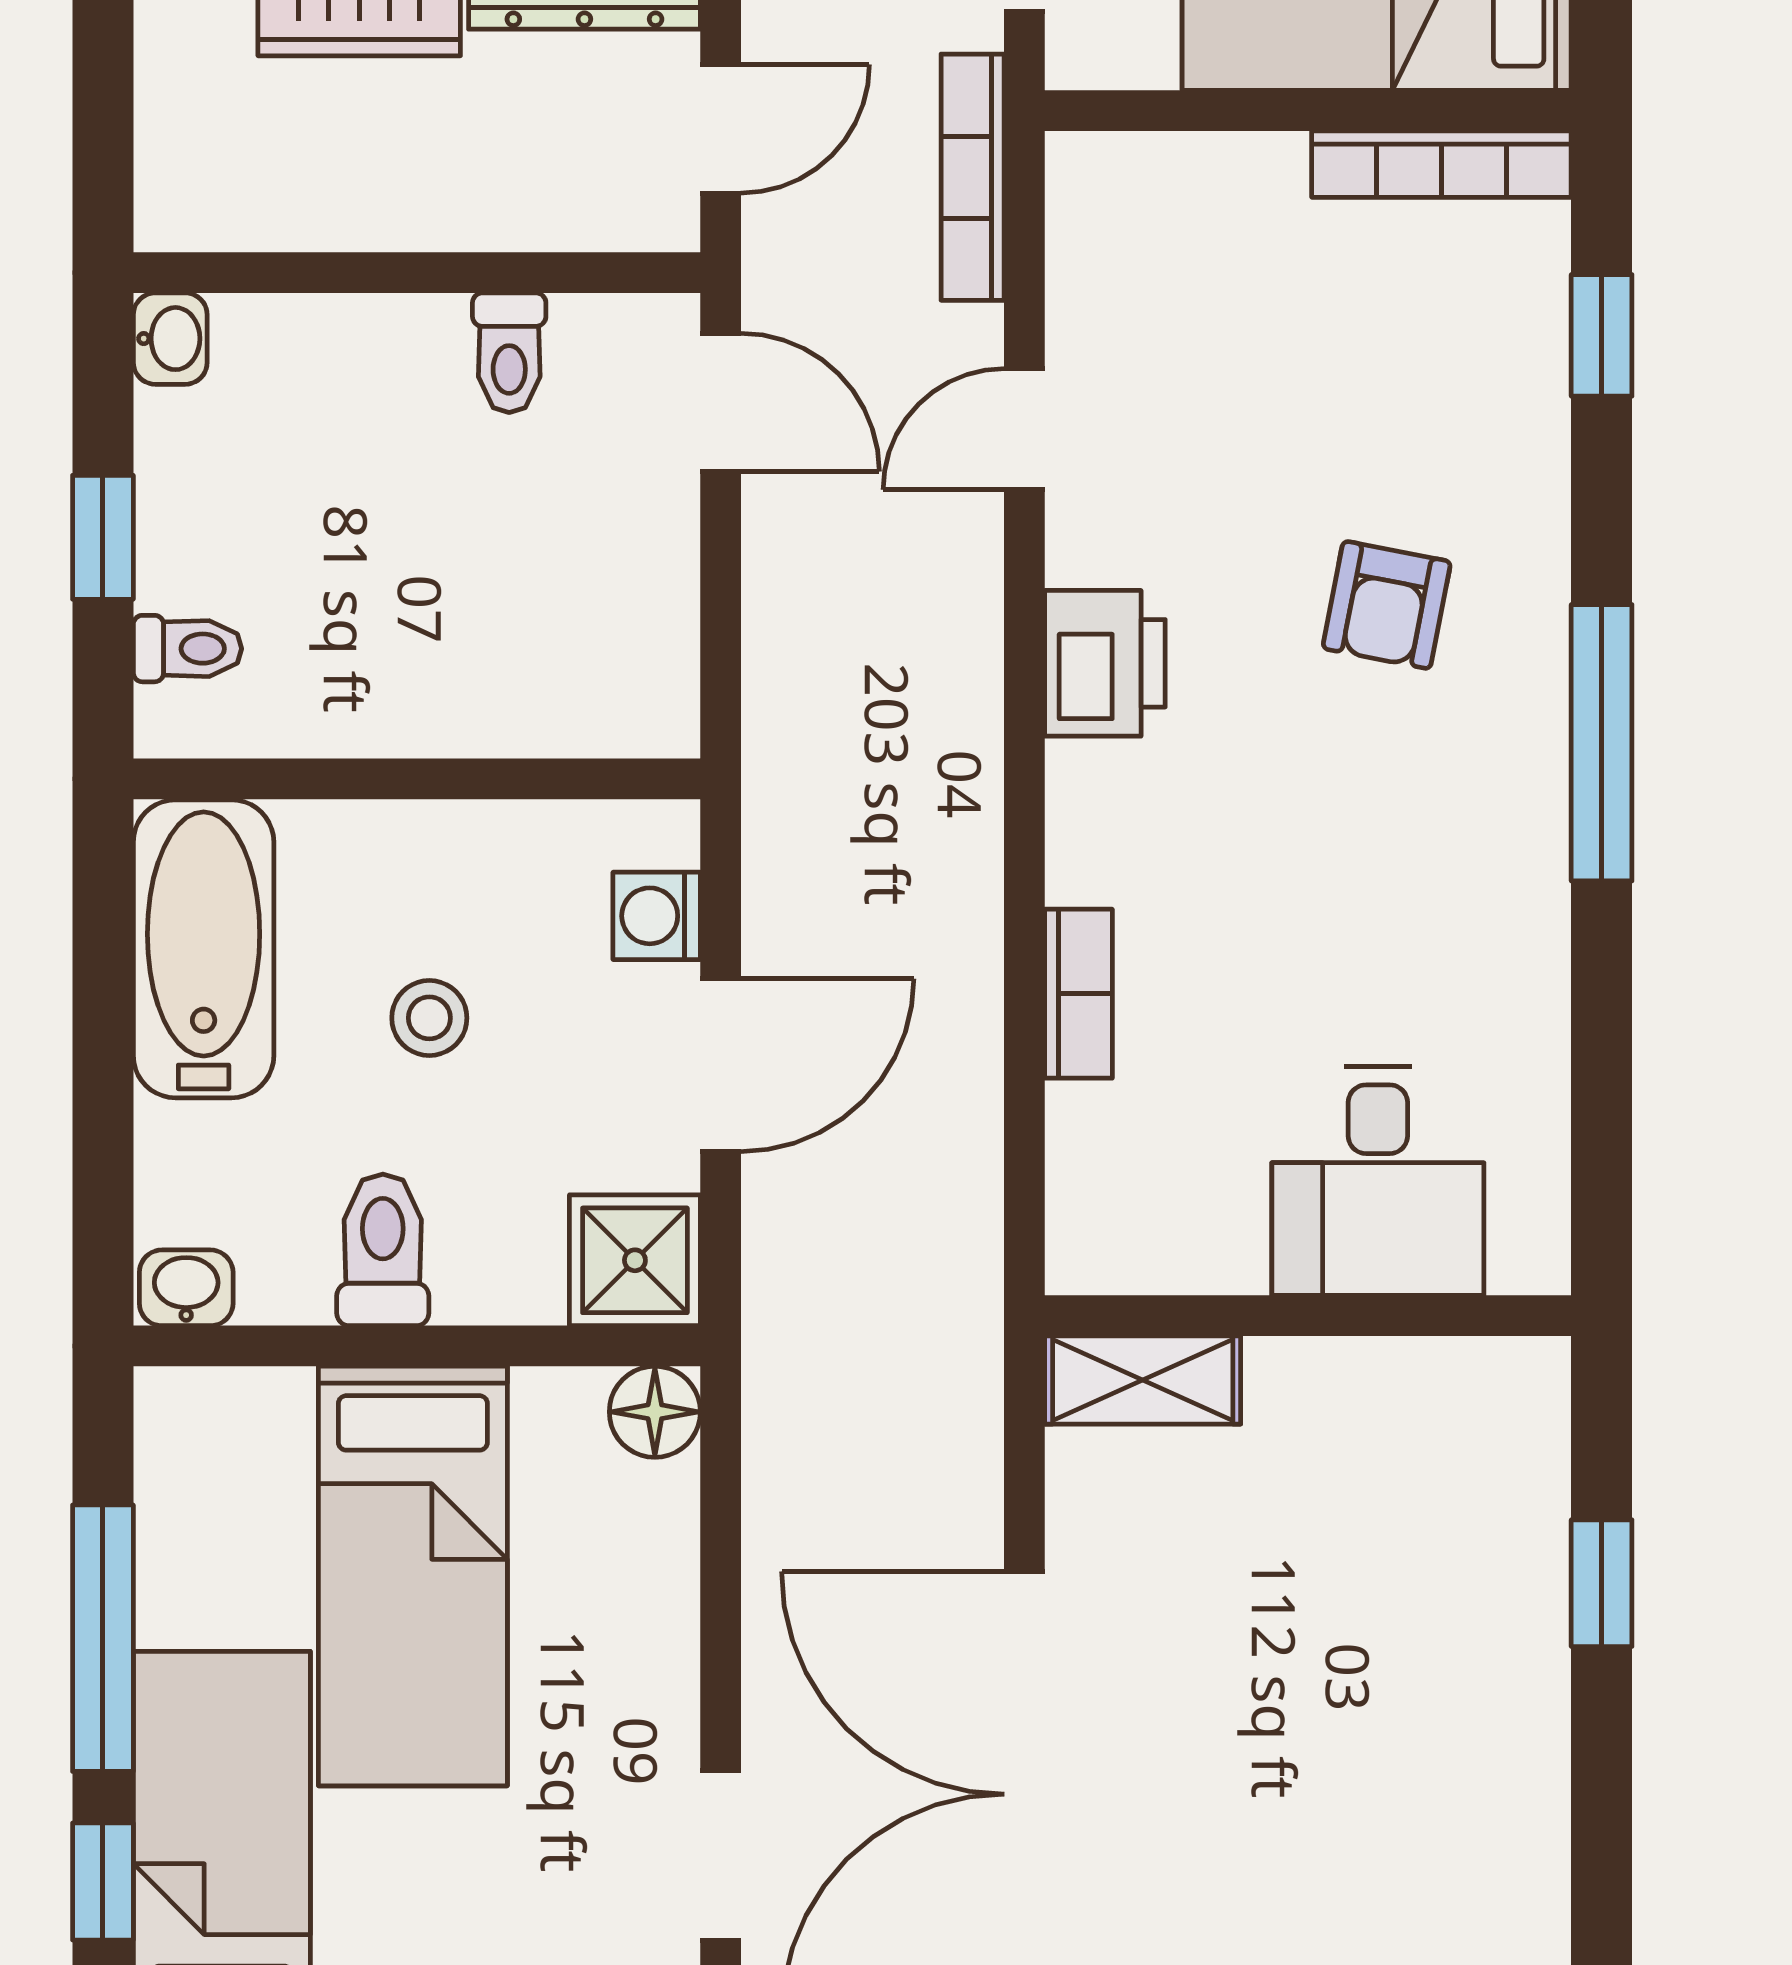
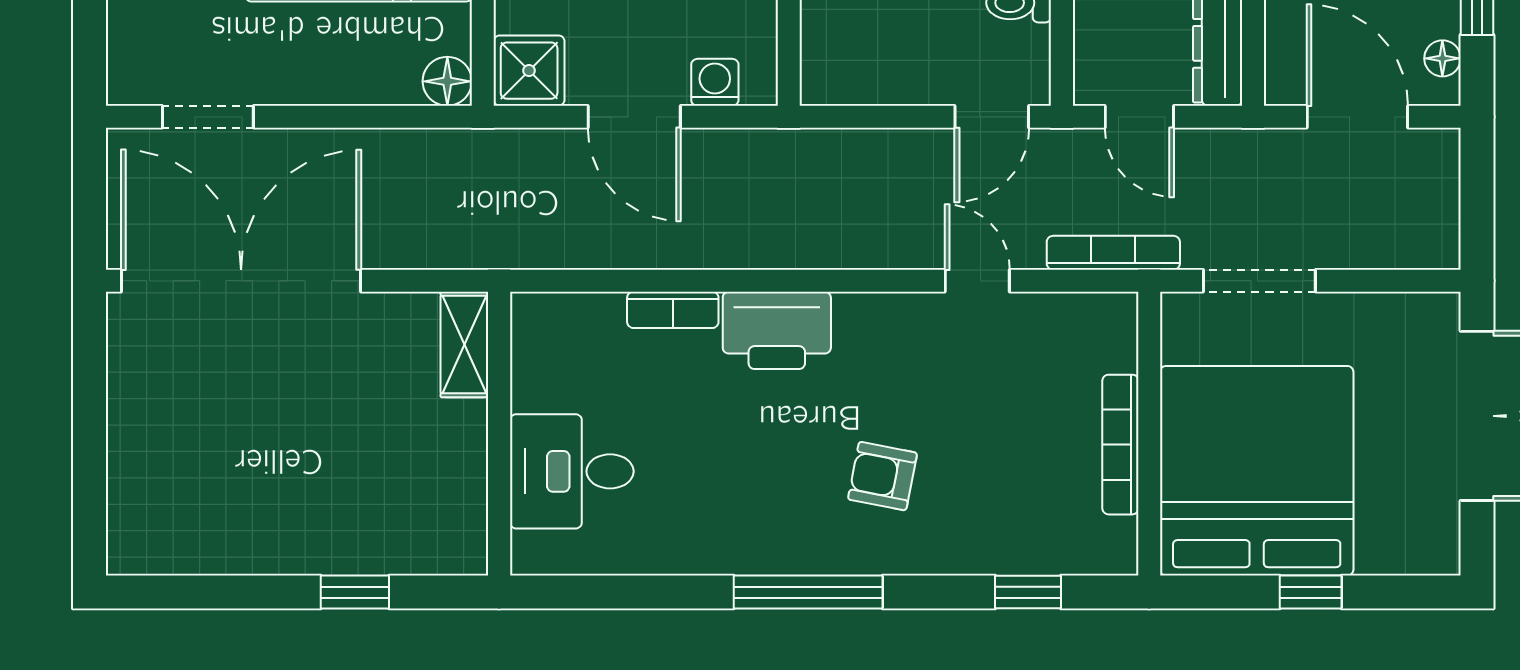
bookcase: (1441, 164) -> (1120, 445), moved
printer: (1105, 663) -> (777, 330), moved, width x1.37, depth x1.19

